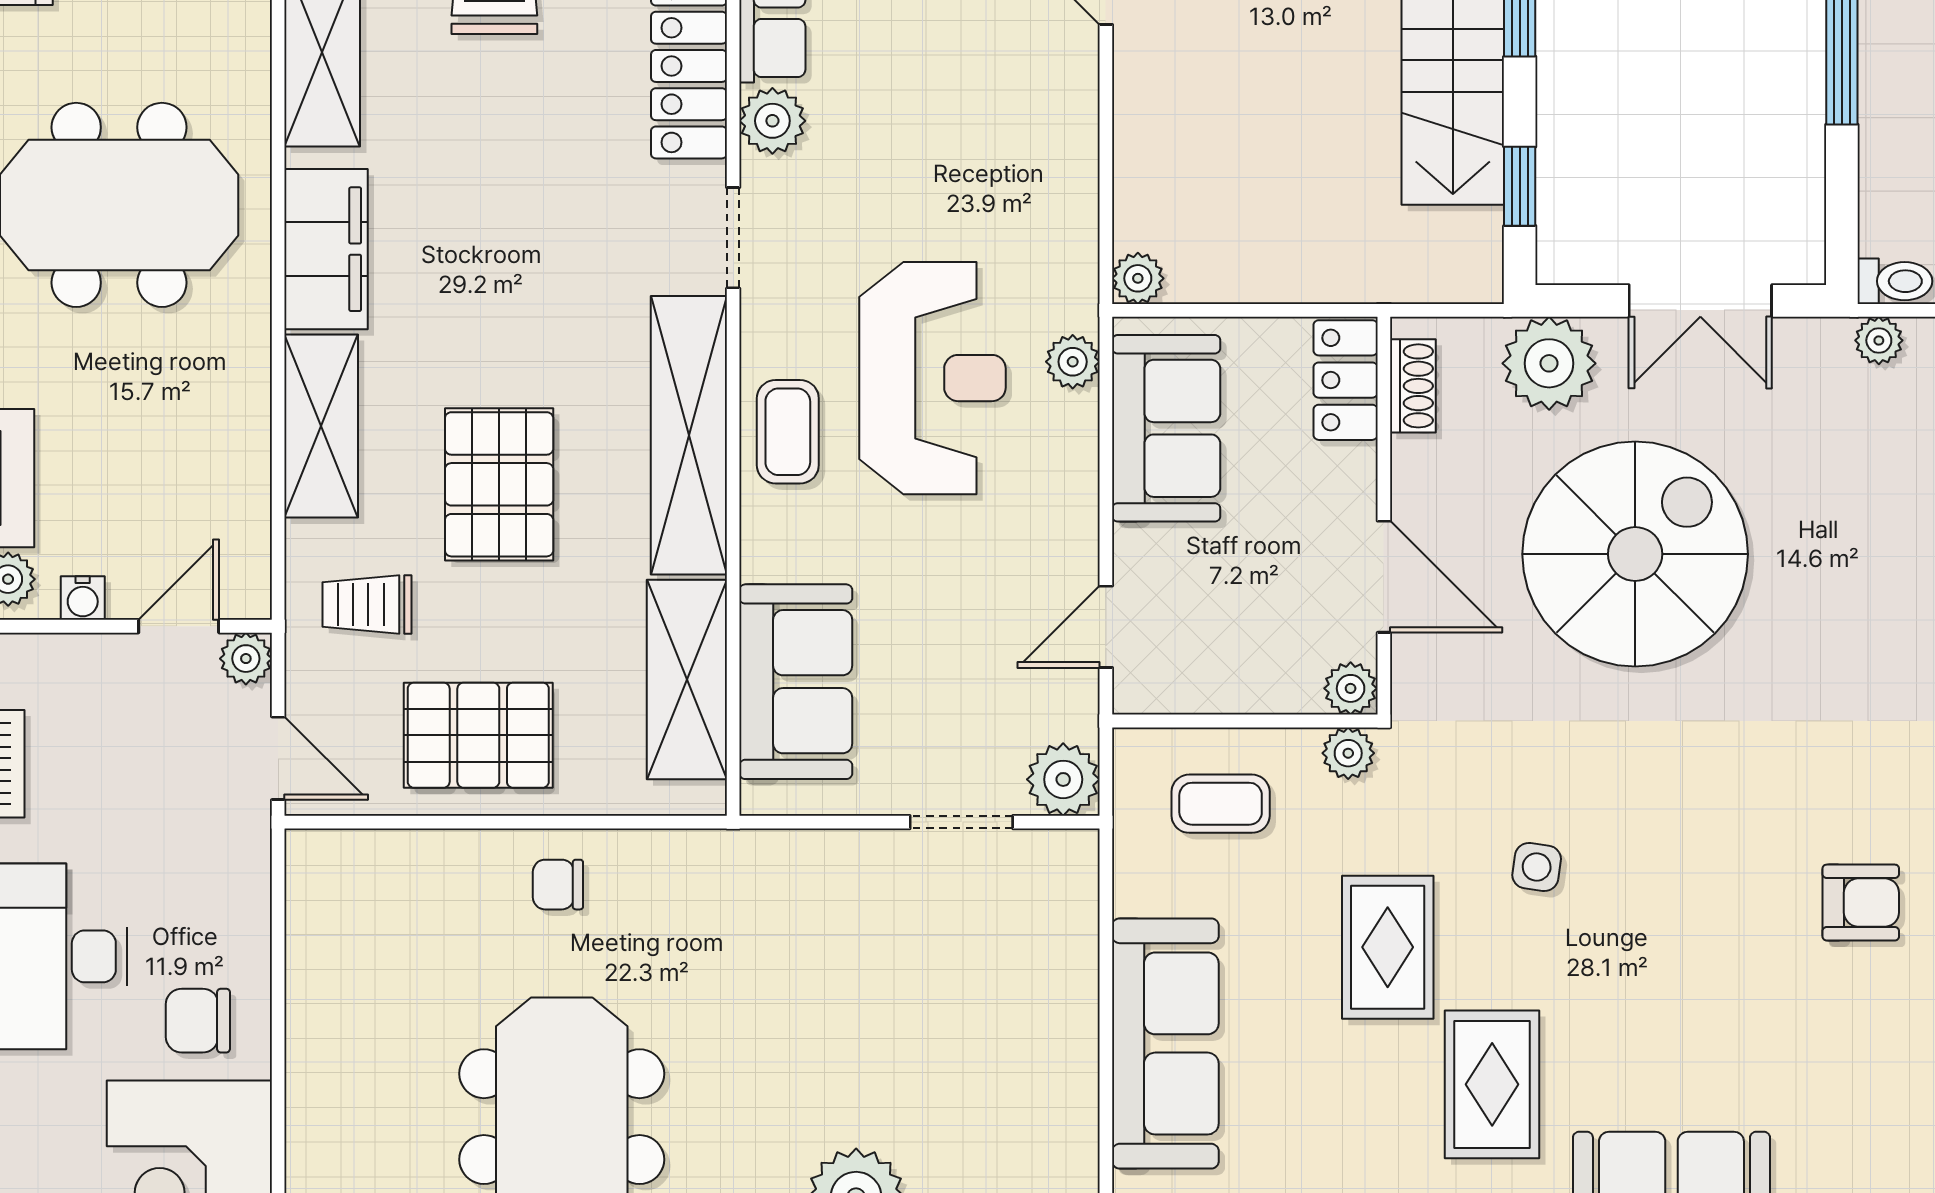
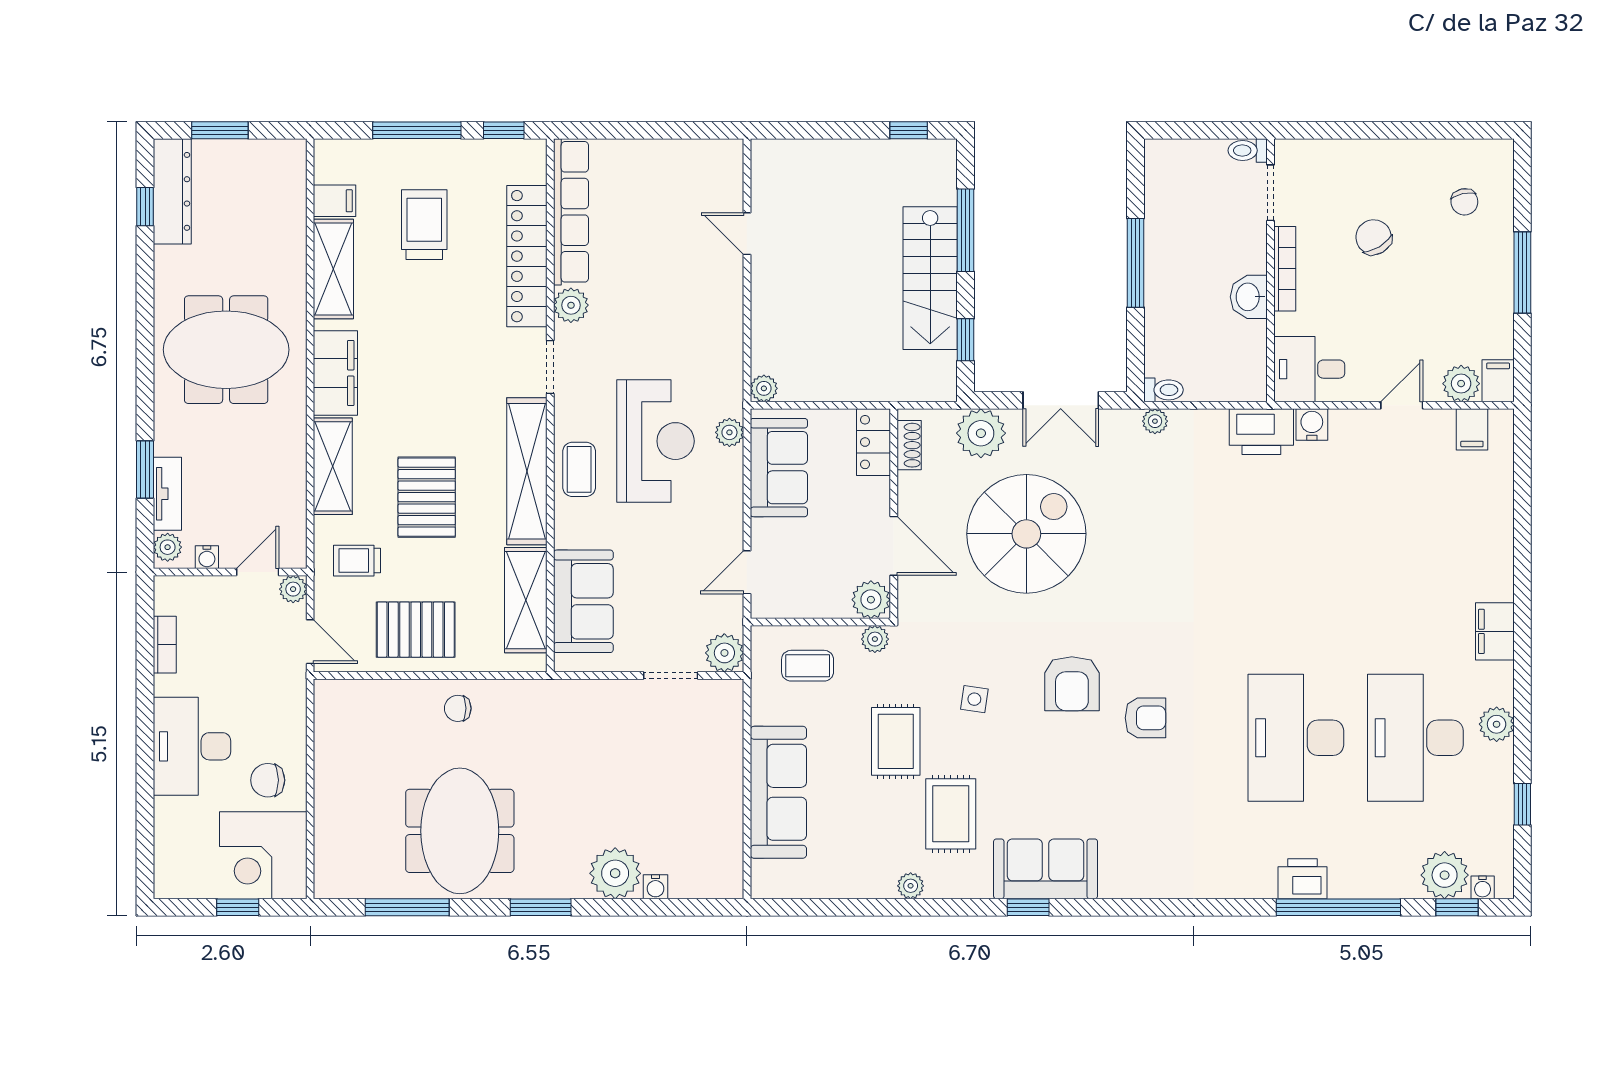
plant: (1351, 688) -> (871, 600), width x1.38, depth x1.38
armchair: (1722, 838) -> (1072, 684), added

